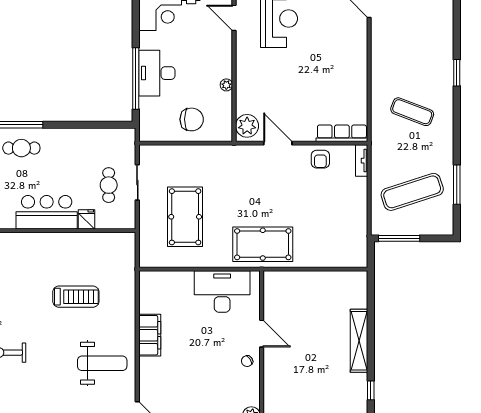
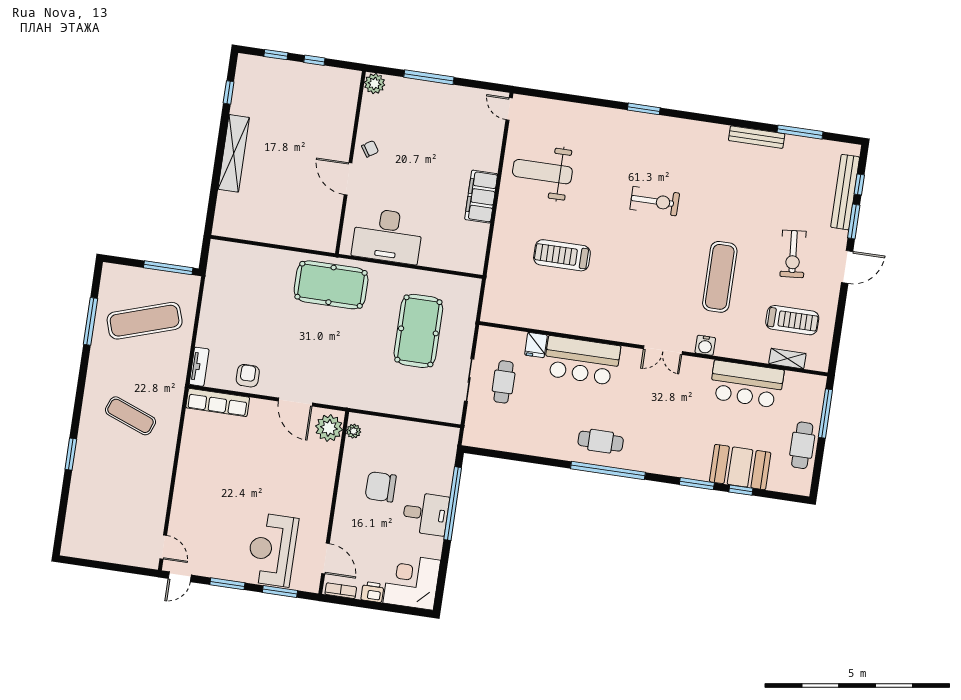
desk: (157, 73) -> (426, 514), width x0.73
plant: (226, 85) -> (354, 431), moved
chair: (192, 119) -> (381, 487), moved

